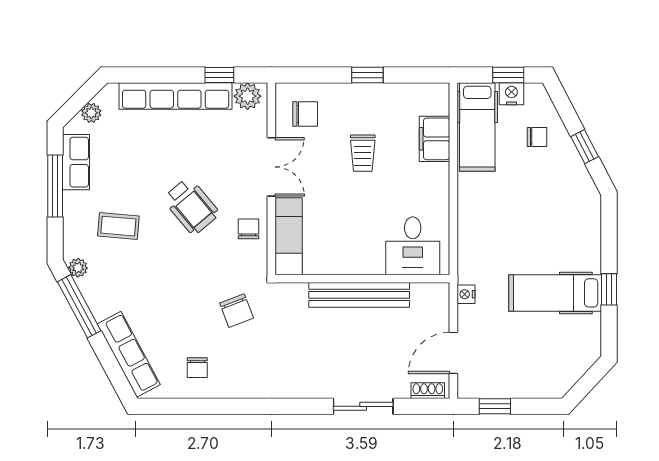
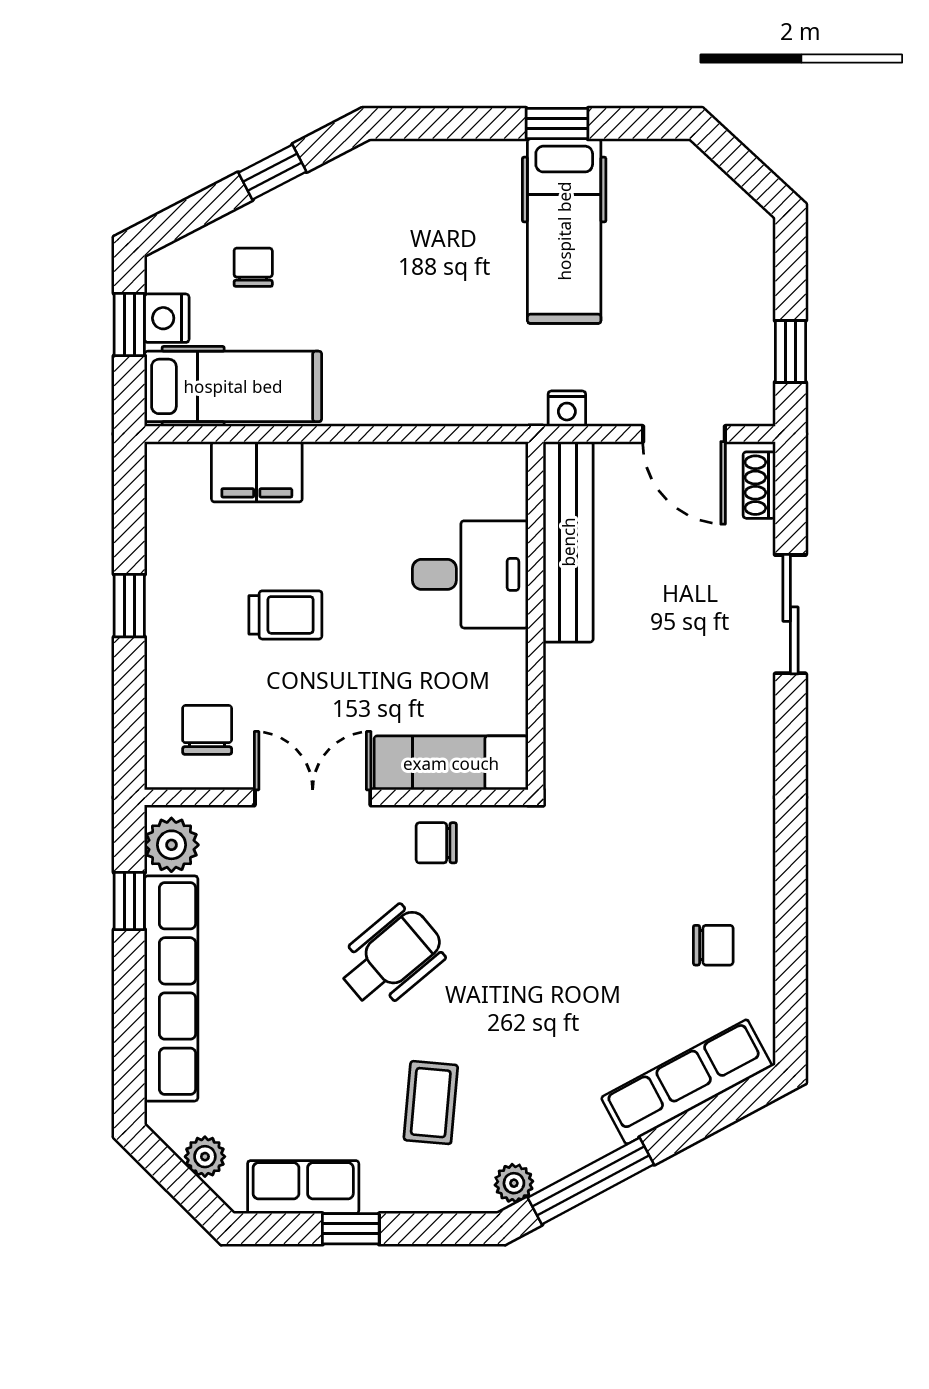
window: (55, 186) -> (351, 1229), width x0.46
desk: (413, 246) -> (470, 574), moved
bench: (359, 295) -> (568, 542), moved
chair: (237, 311) -> (599, 867), removed

